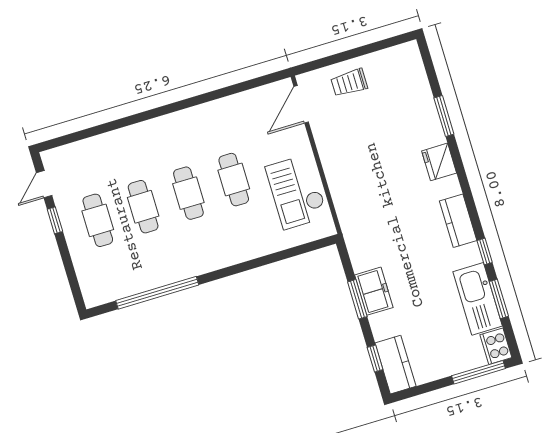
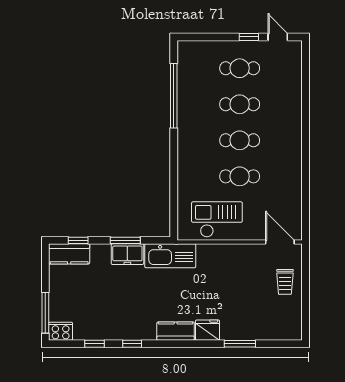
trolley: (349, 83) -> (285, 282), turned 180
kitchen counter: (458, 221) -> (176, 331), moved
kitchen sink: (478, 299) -> (170, 256), moved, turned 180
window: (499, 299) -> (95, 344), width x0.67

